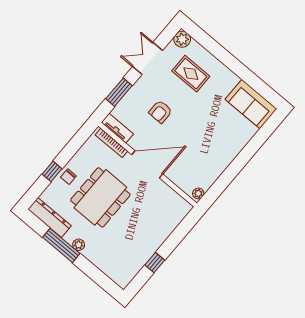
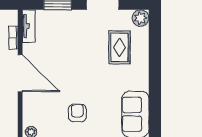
armchair: (160, 112) -> (77, 113), moved, turned 90
bookcase: (112, 143) -> (13, 38), width x0.64

